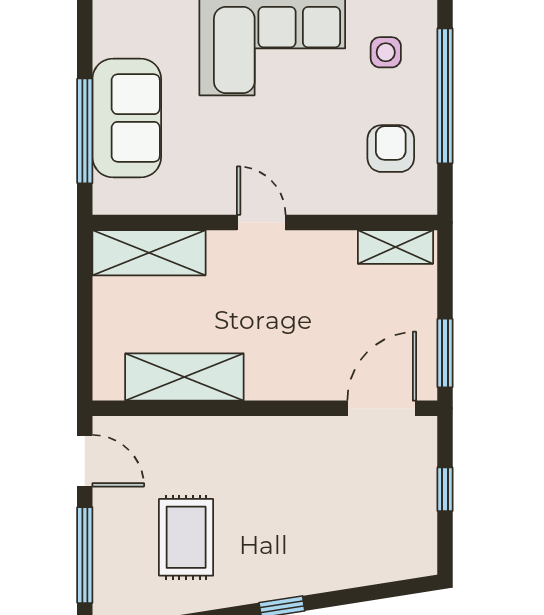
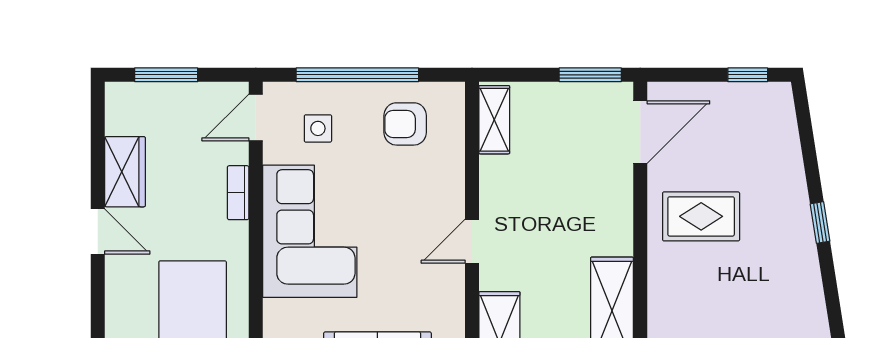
door: (382, 408) -> (640, 132), swing flipped
window: (445, 489) -> (748, 75), moved
rug: (186, 537) -> (701, 216), moved

